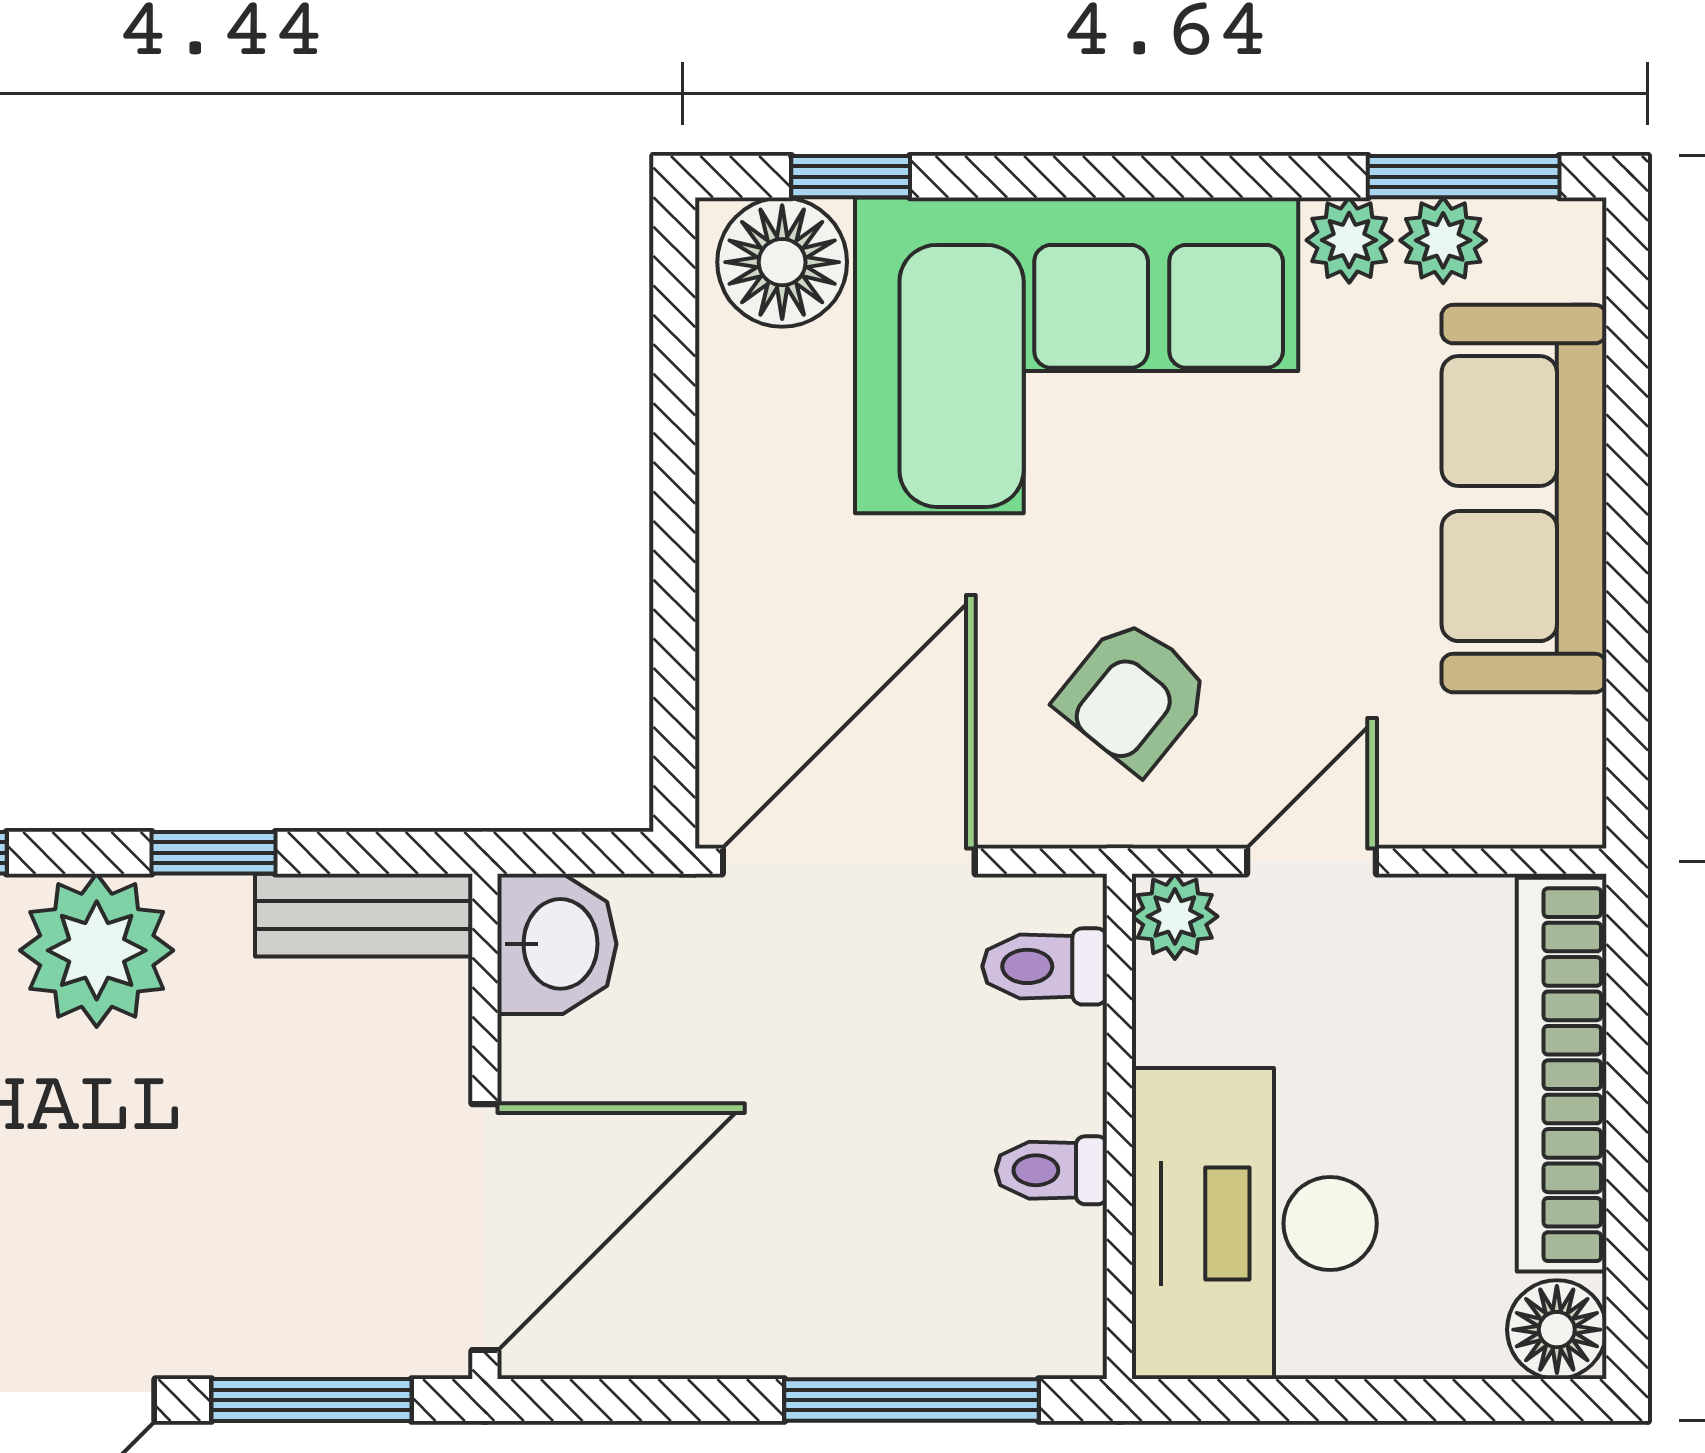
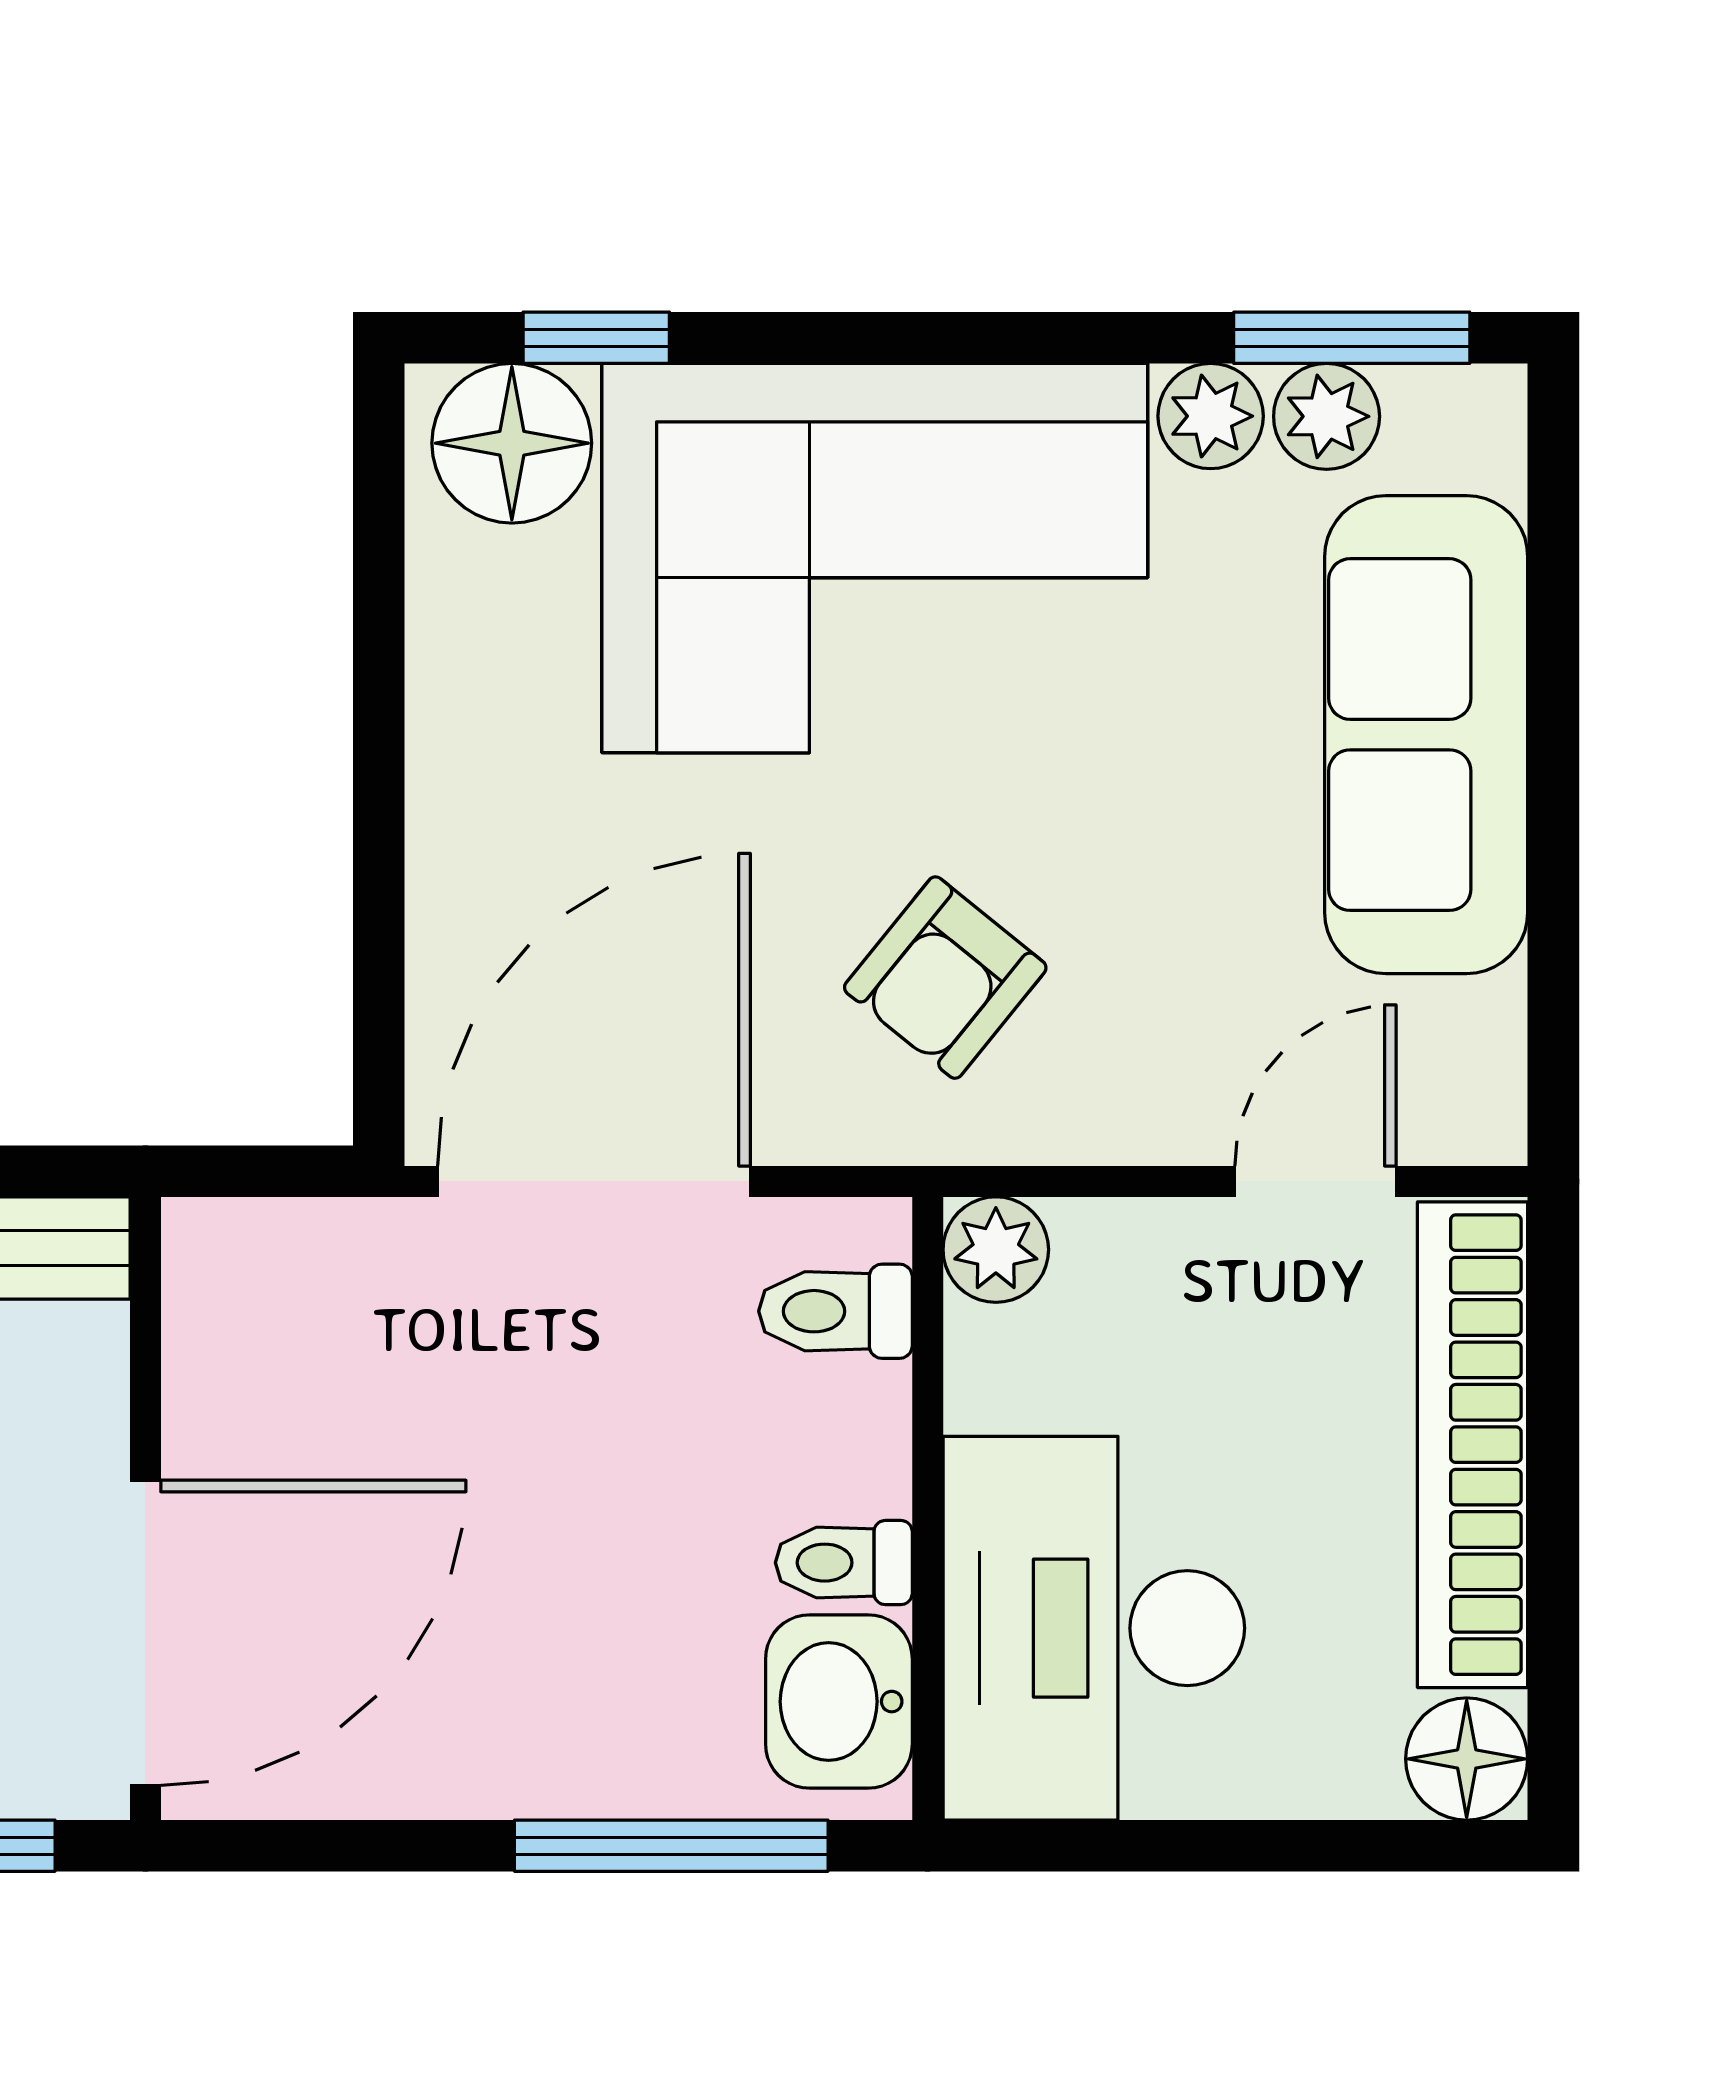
door: (1311, 861) -> (1315, 1181), moved
washbasin: (557, 944) -> (839, 1702), moved, turned 180

